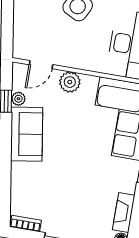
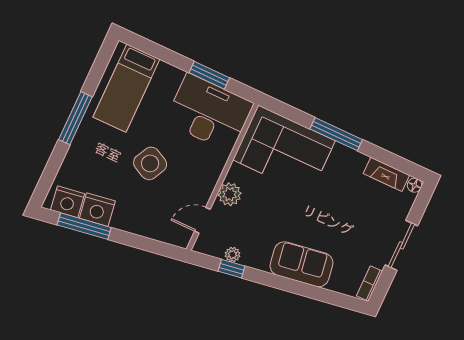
door: (41, 65) -> (202, 220), swing flipped
sofa: (27, 134) -> (301, 264), moved

